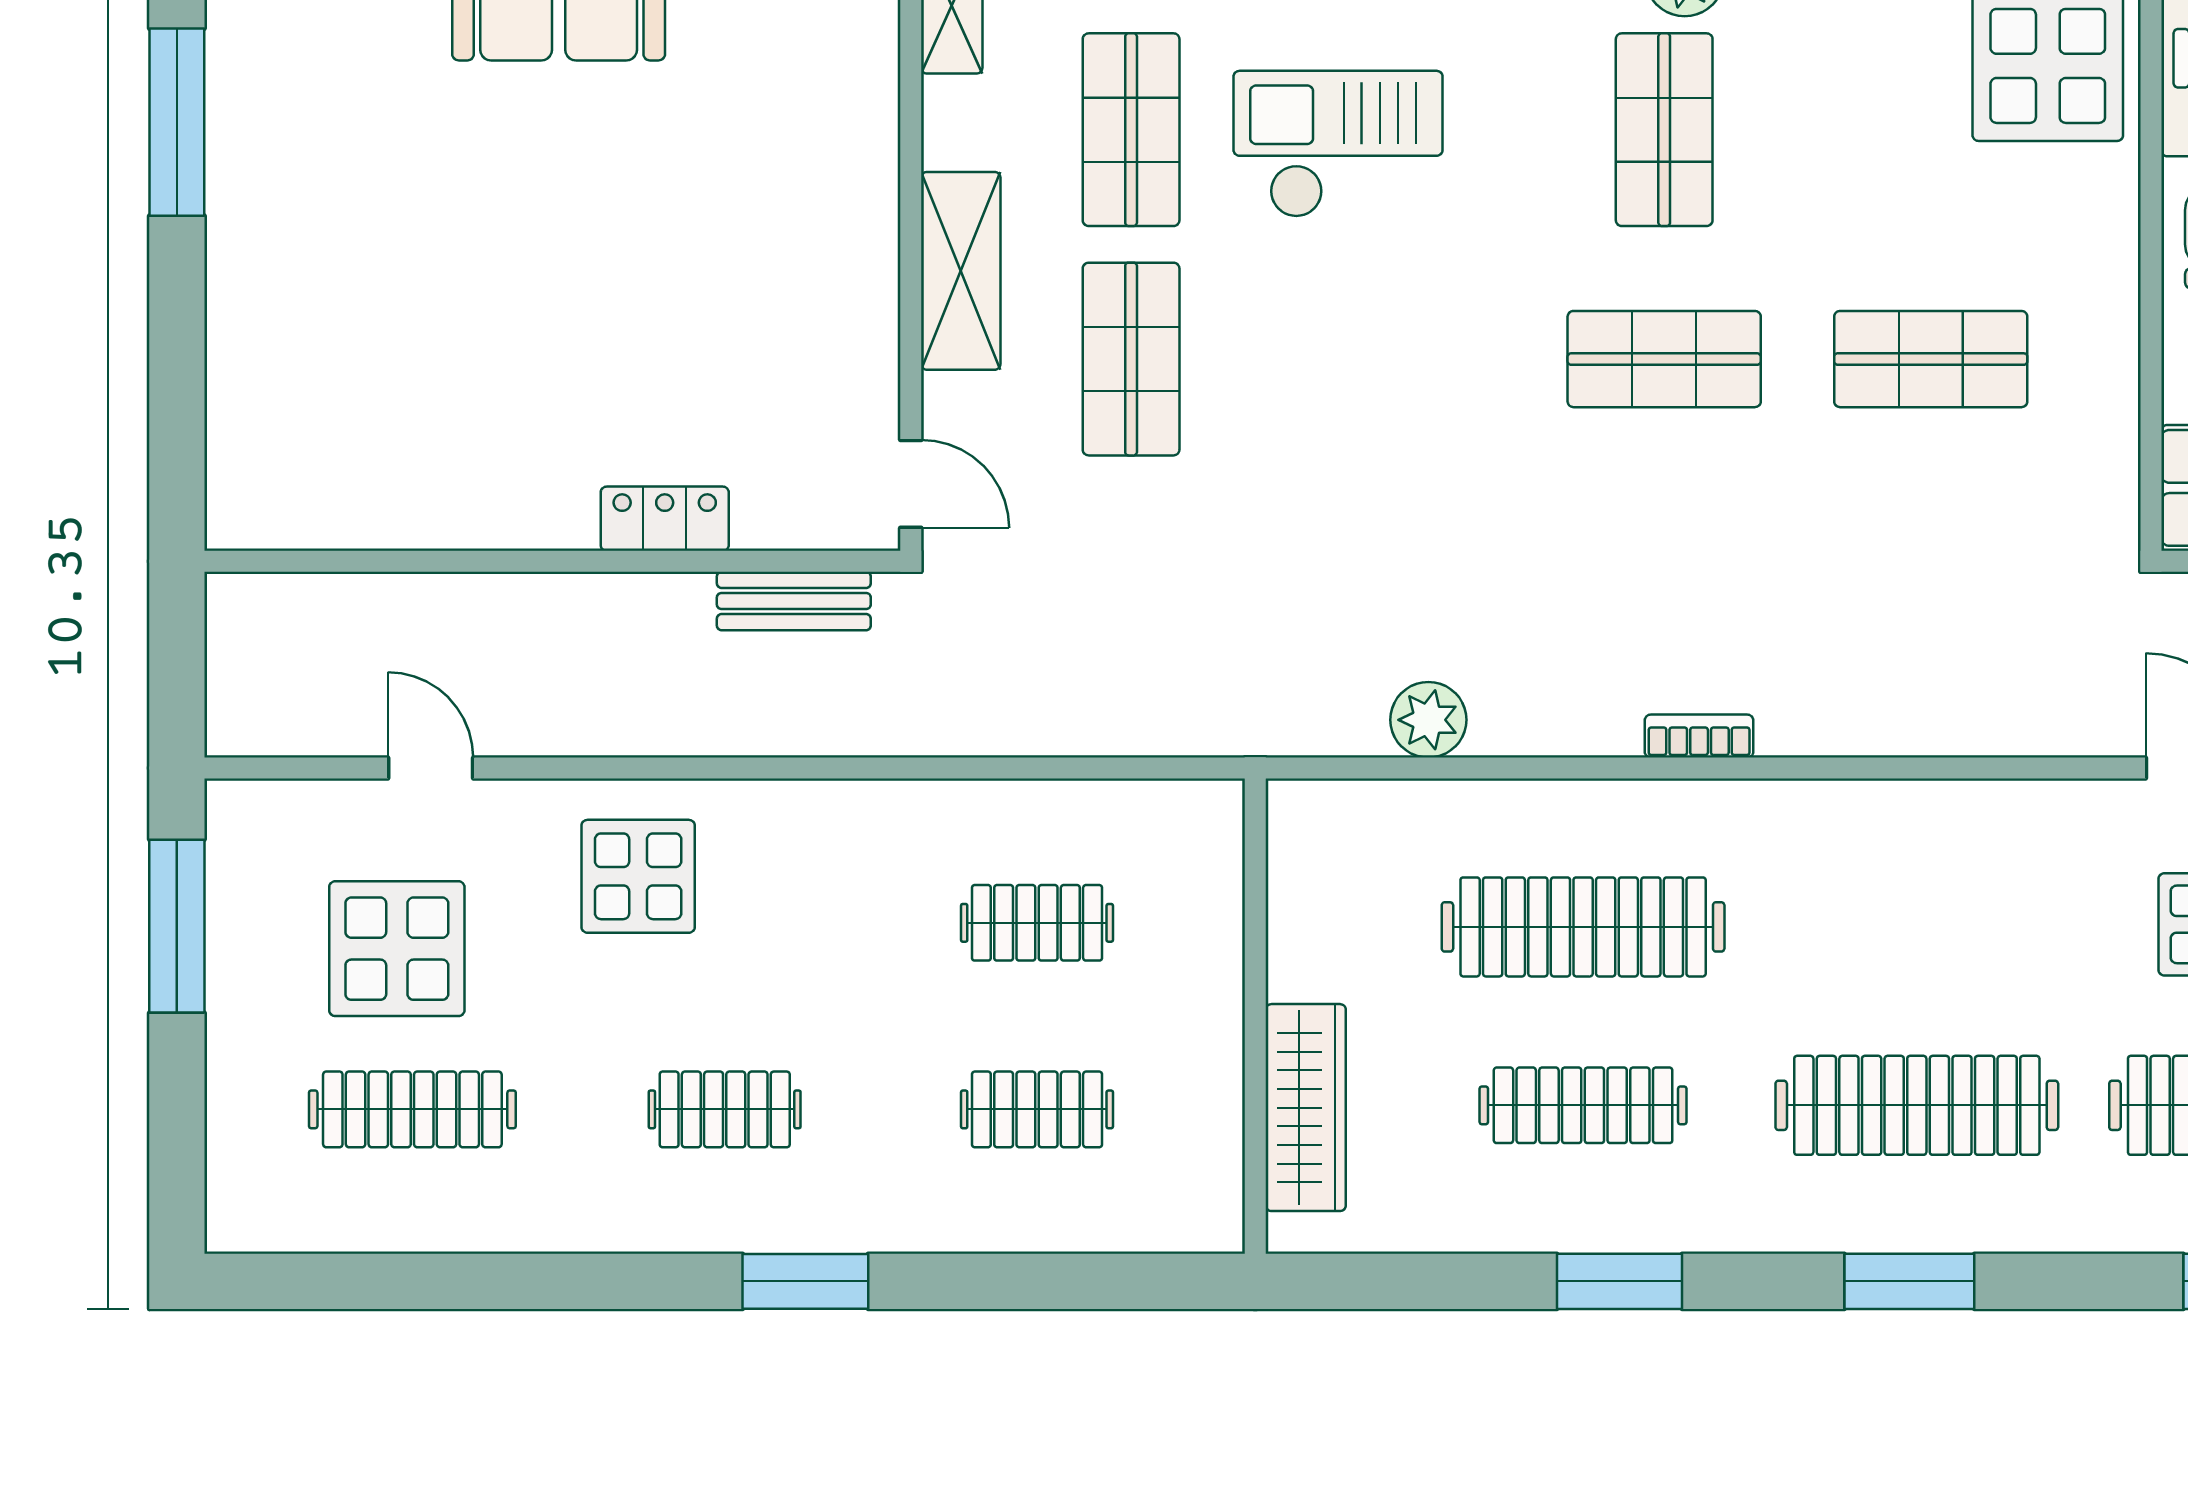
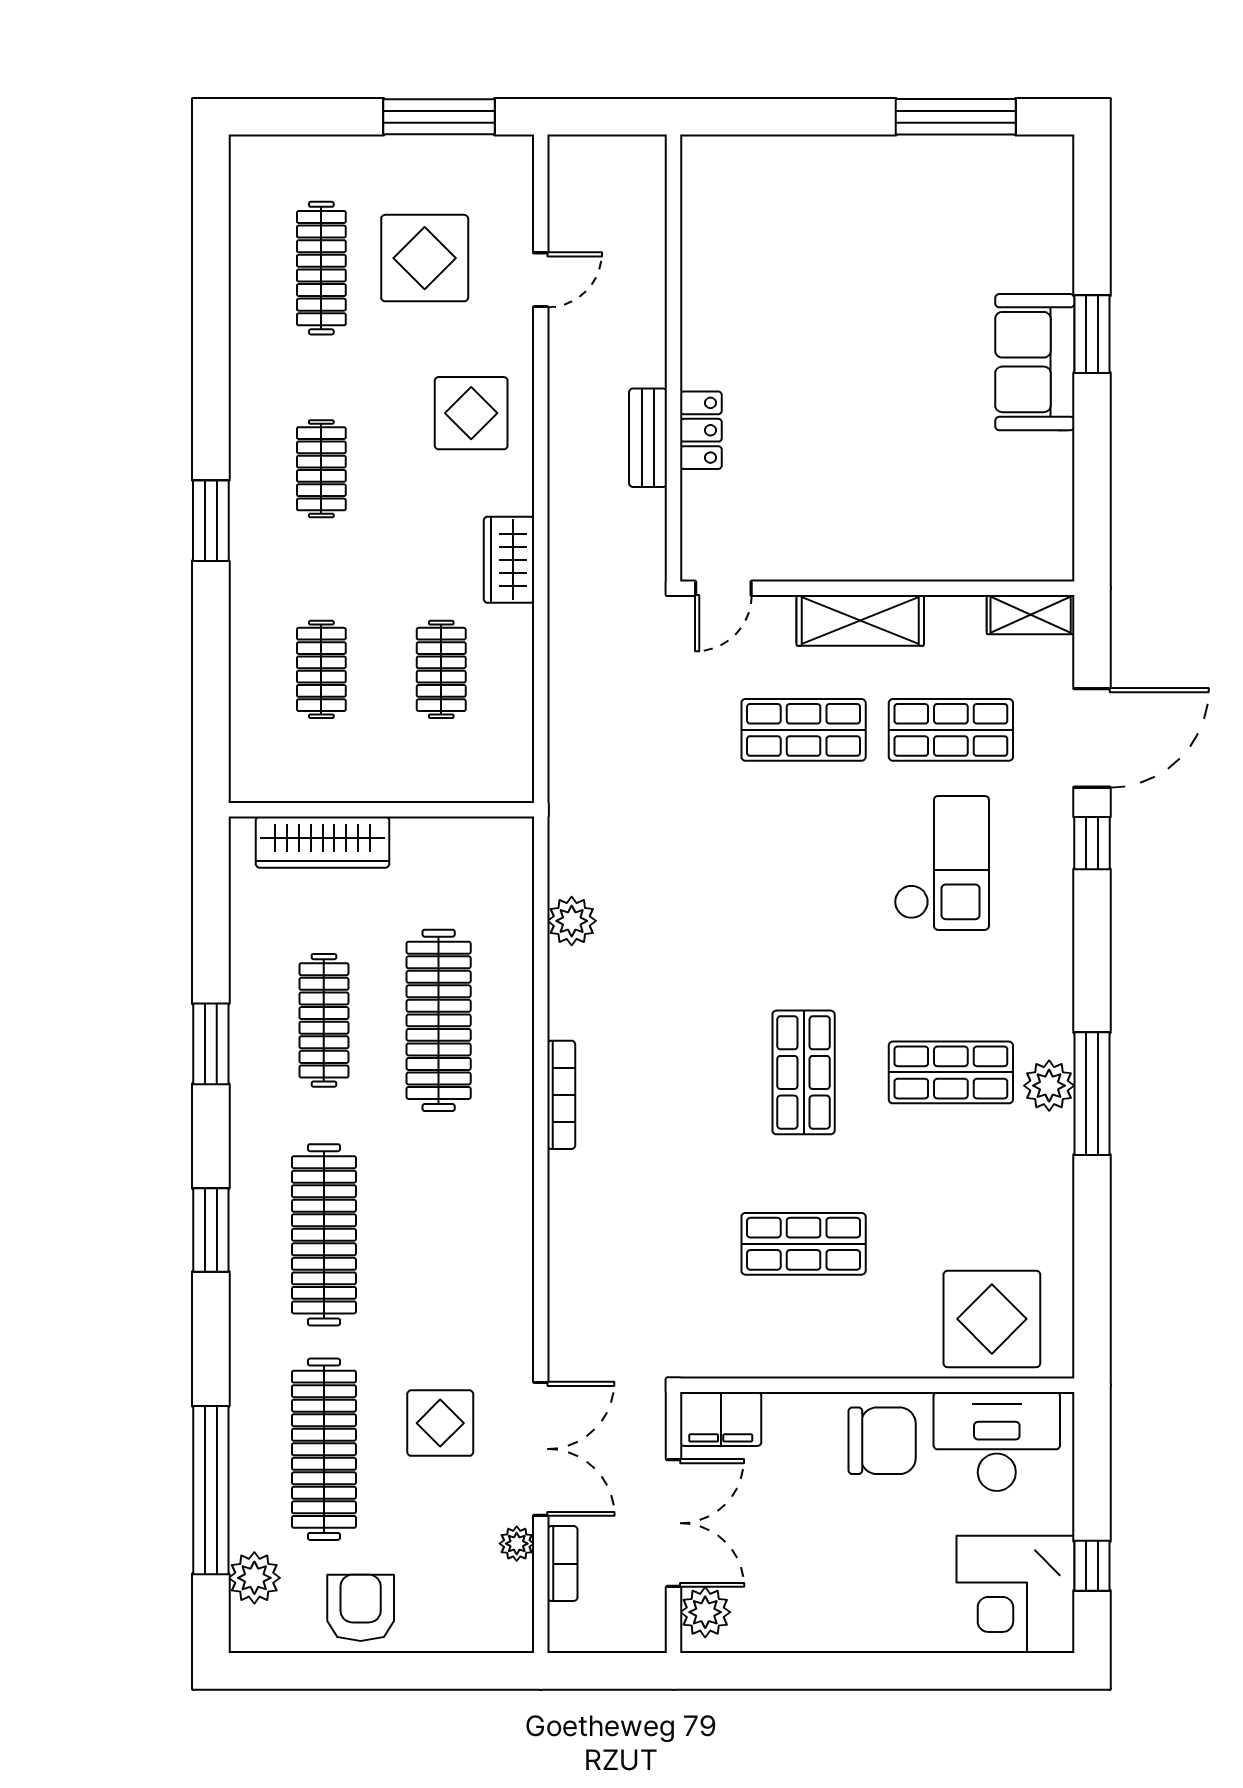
shop shelf: (1931, 359) -> (804, 1244), turned 90
bench: (794, 601) -> (648, 438), moved
bookcase: (1699, 736) -> (561, 1095), width x1.56
wardrobe: (866, 817) -> (509, 560), added

